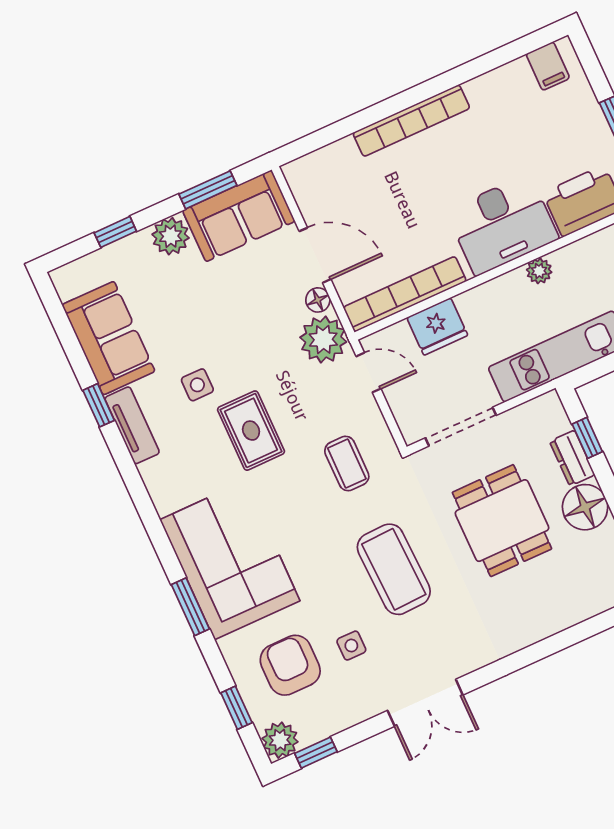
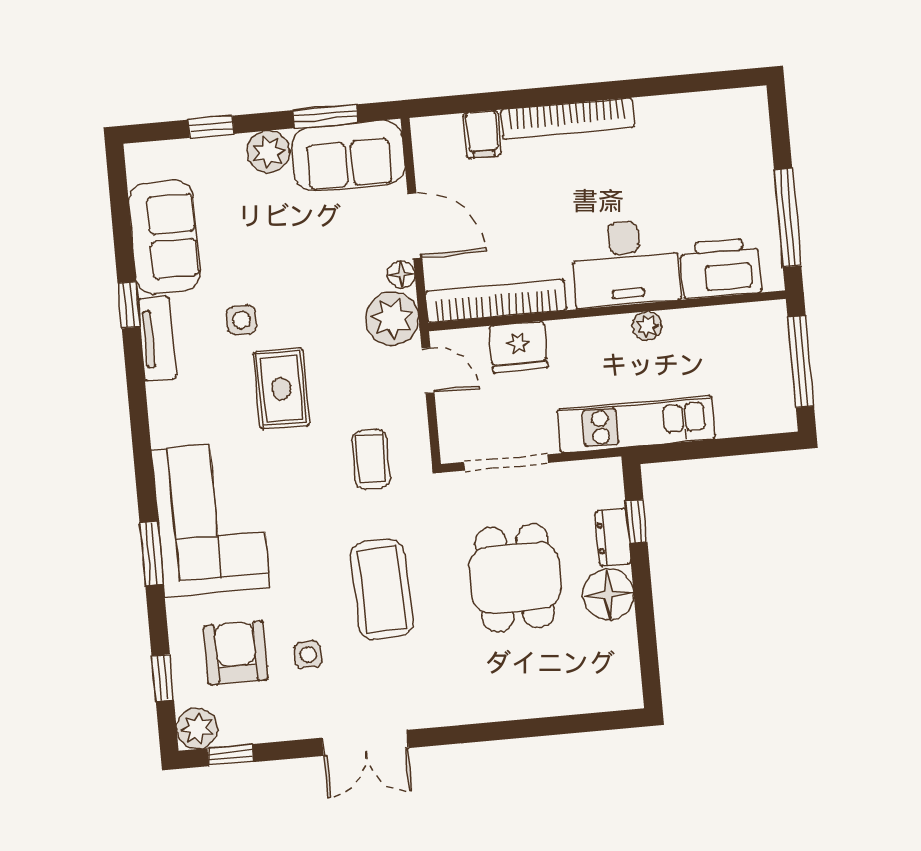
filing cabinet: (548, 66) -> (482, 134), moved

